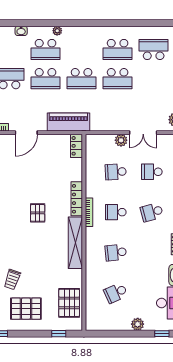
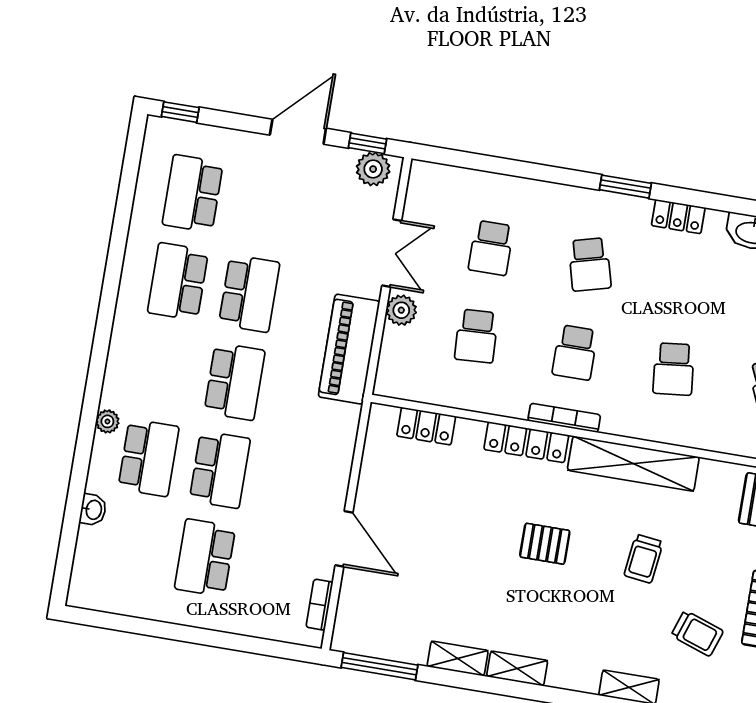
school desk: (118, 49) -> (178, 282), turned 180
piano: (68, 122) -> (349, 349), moved
locker: (77, 146) -> (426, 426), moved
trolley: (38, 253) -> (644, 559), added

